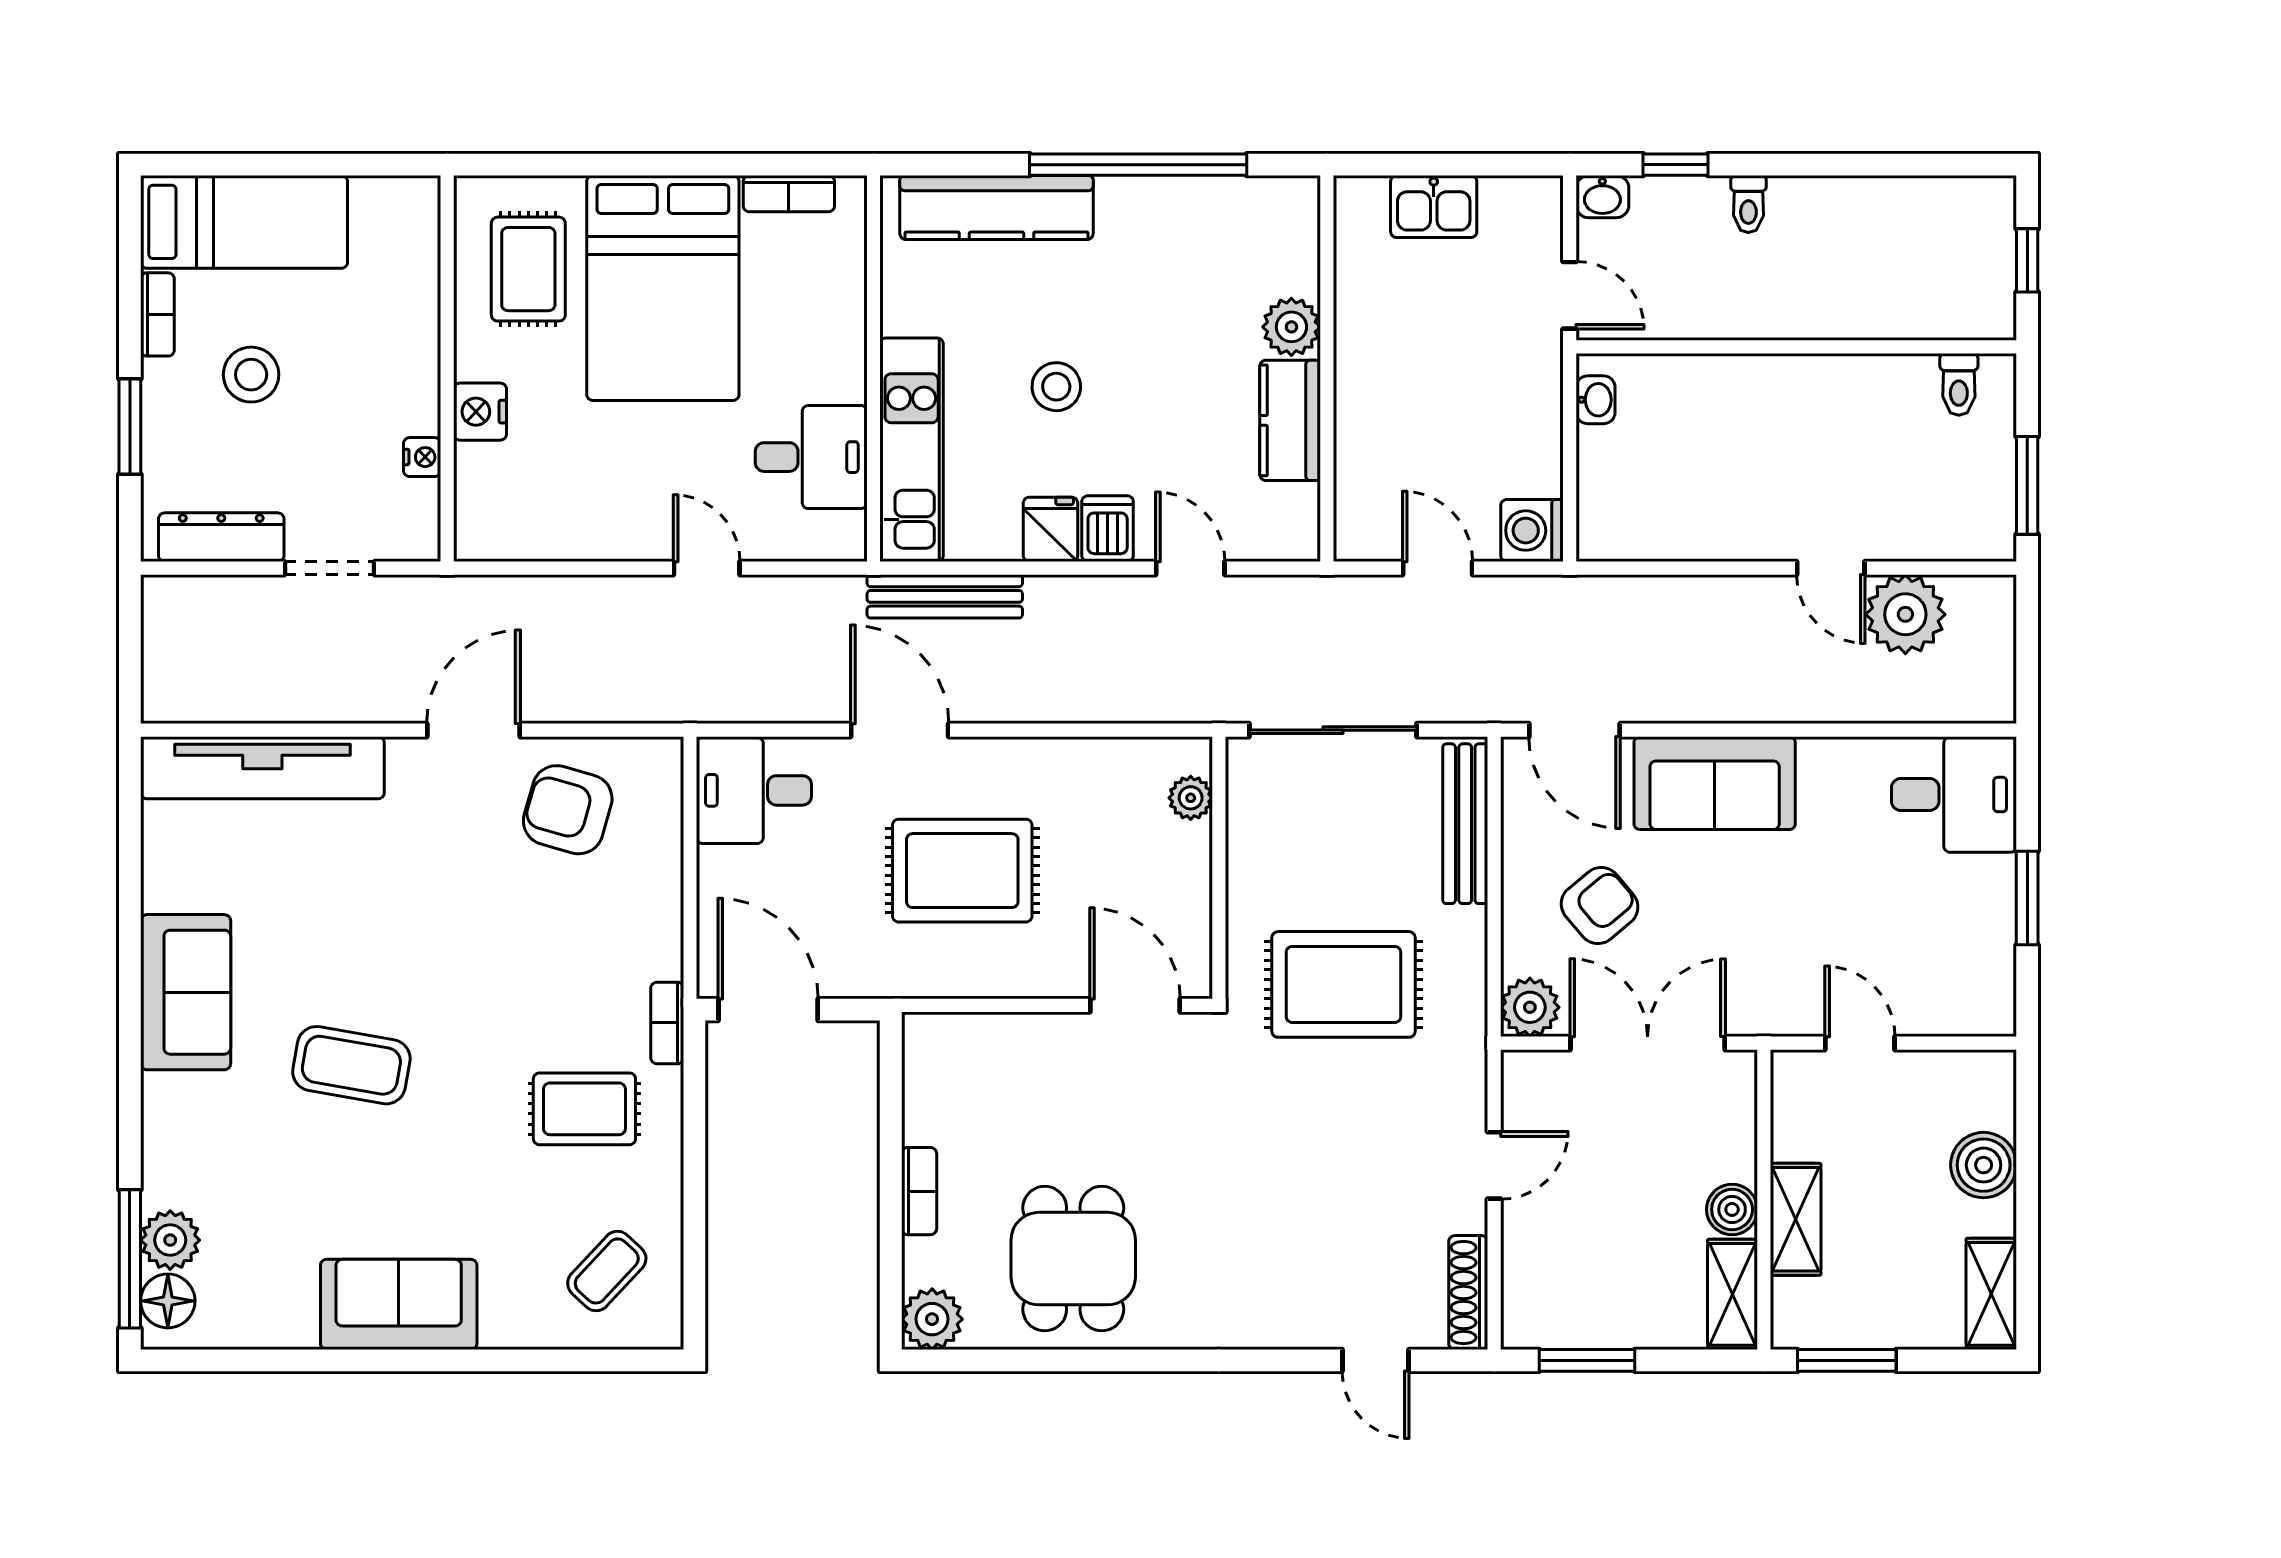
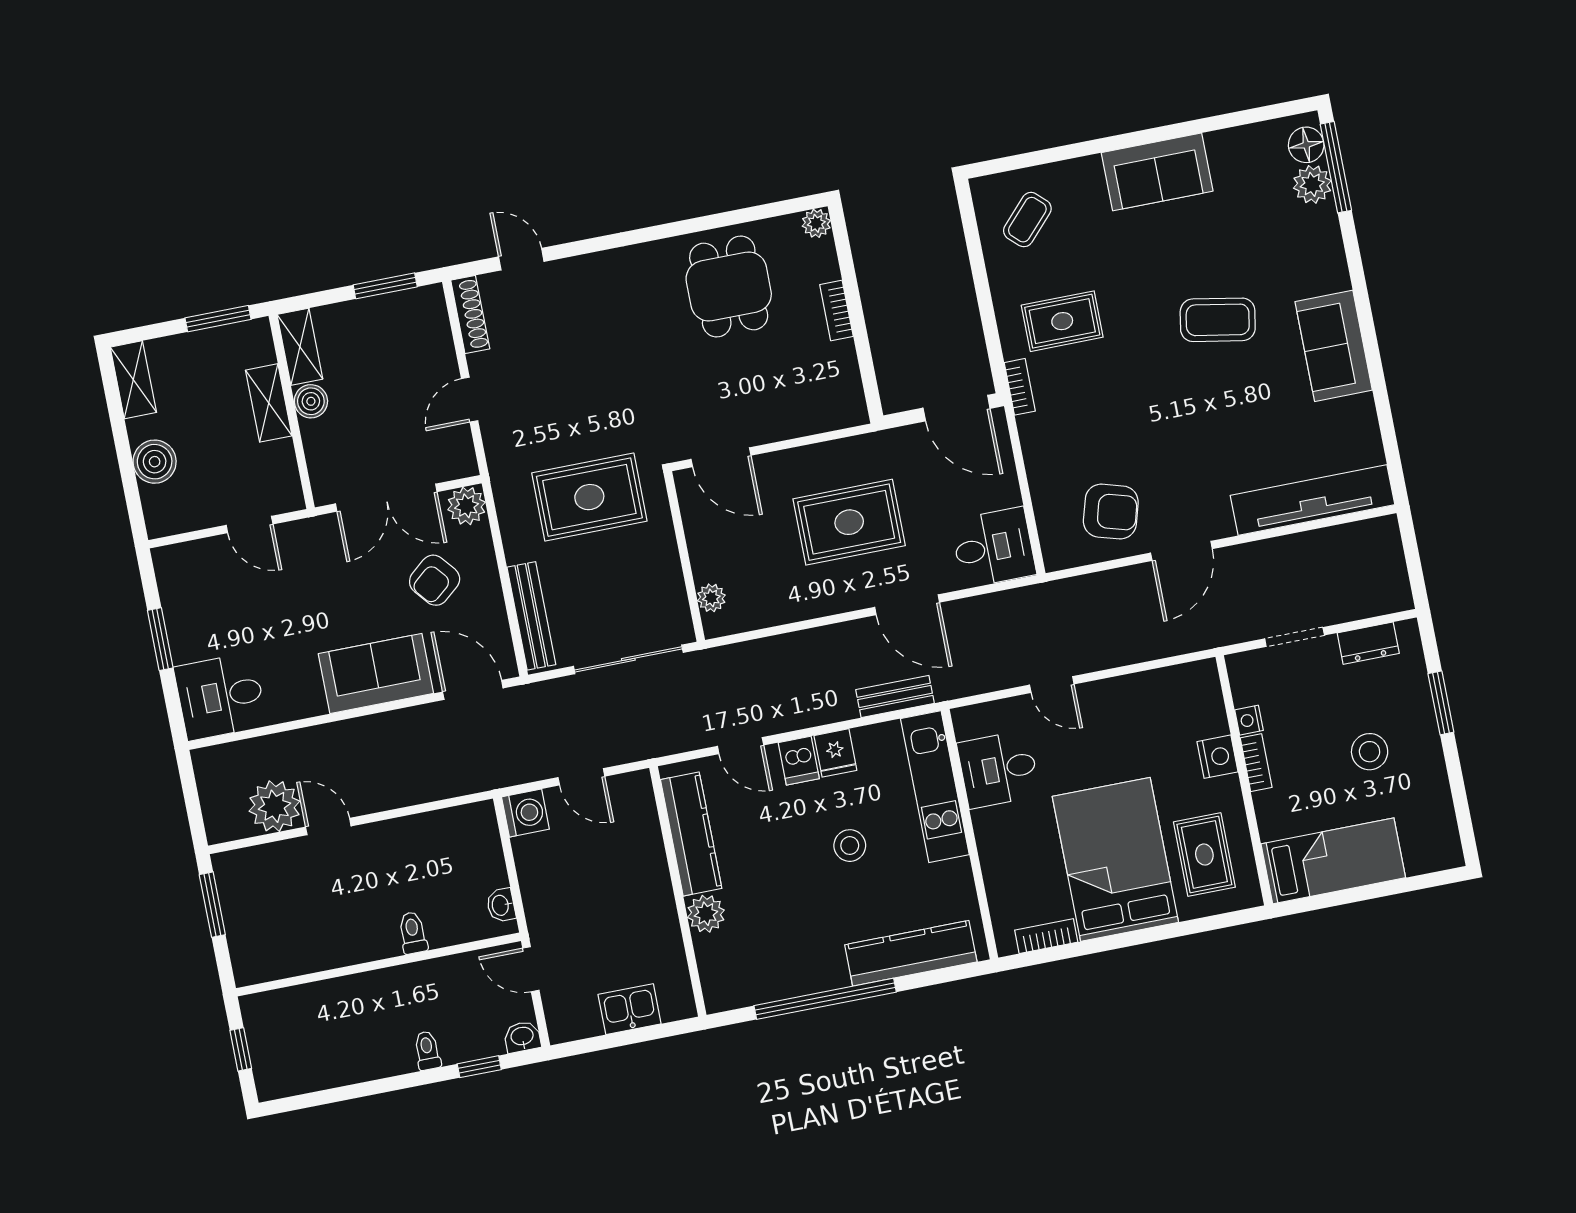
bed: (244, 222) -> (1333, 861), moved, turned 180
bookcase: (157, 314) -> (1256, 763), moved, turned 180
toilet: (1959, 384) -> (413, 933), moved
kitchen counter: (1290, 420) -> (691, 834), width x1.50
dresser: (221, 537) -> (1368, 643), width x0.70
bench: (945, 596) -> (895, 696), width x0.73
plant: (932, 1319) -> (816, 223), width x0.73, depth x0.73

